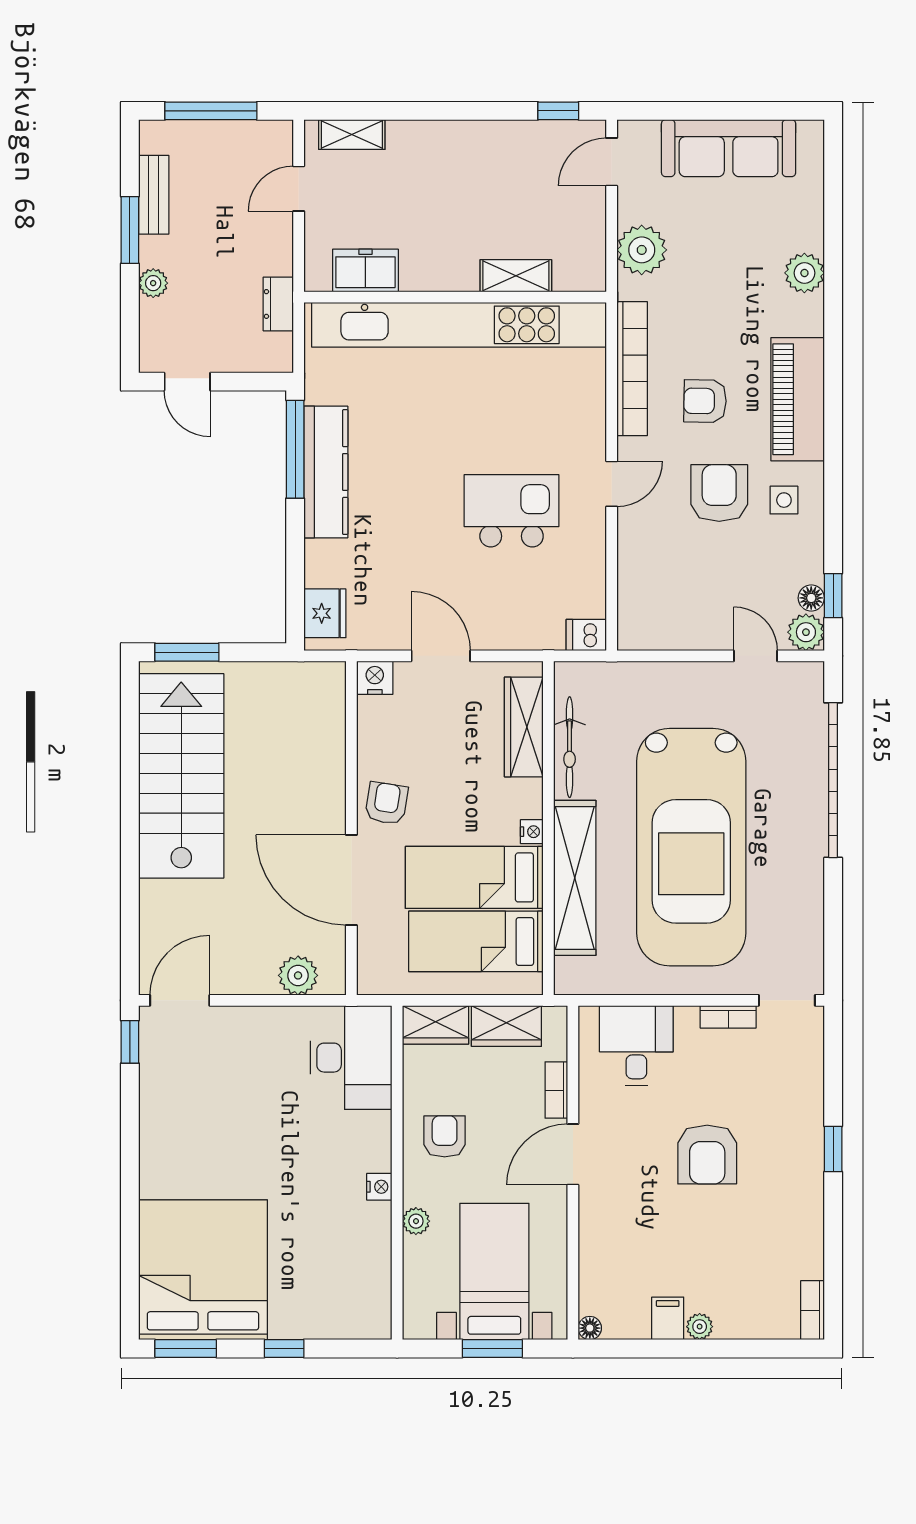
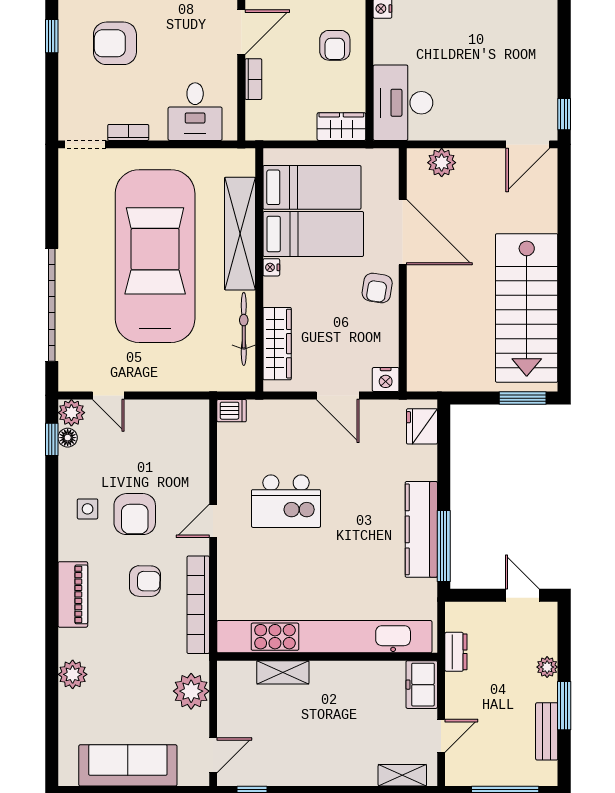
freezer: (365, 271) -> (422, 685), moved, turned 90
piano: (798, 399) -> (73, 594), width x0.73, depth x0.75
wardrobe: (506, 1026) -> (290, 126), removed
armchair: (707, 1155) -> (115, 43), moved, turned -90

